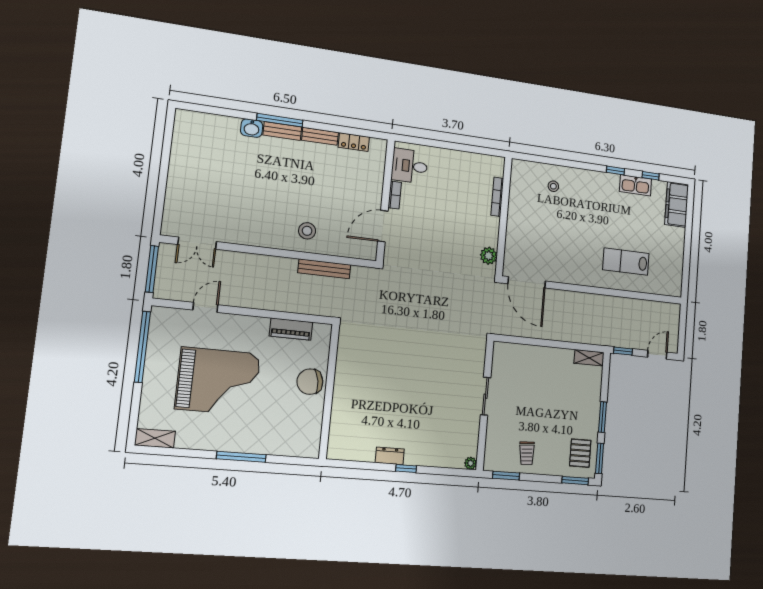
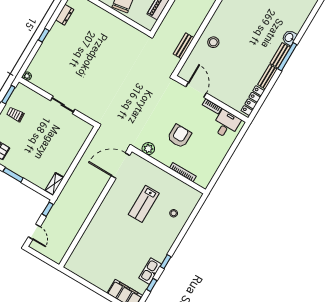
locker: (354, 142) -> (253, 101), width x1.53
armchair: (454, 222) -> (179, 136), added
lab bench: (626, 262) -> (144, 204), moved, turned 180
bench: (324, 269) -> (184, 46), width x0.73
dresser: (390, 456) -> (65, 15), moved

